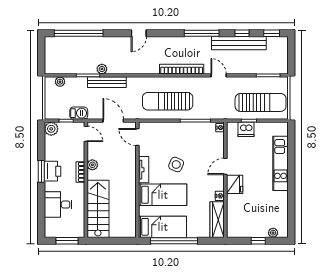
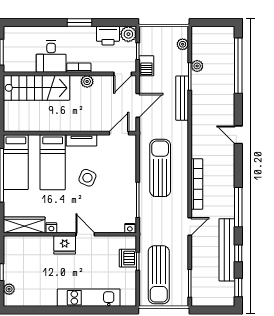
plant: (102, 69) -> (197, 66), moved
printer: (53, 171) -> (108, 36), moved
desk: (58, 205) -> (51, 57), moved, turned 180

